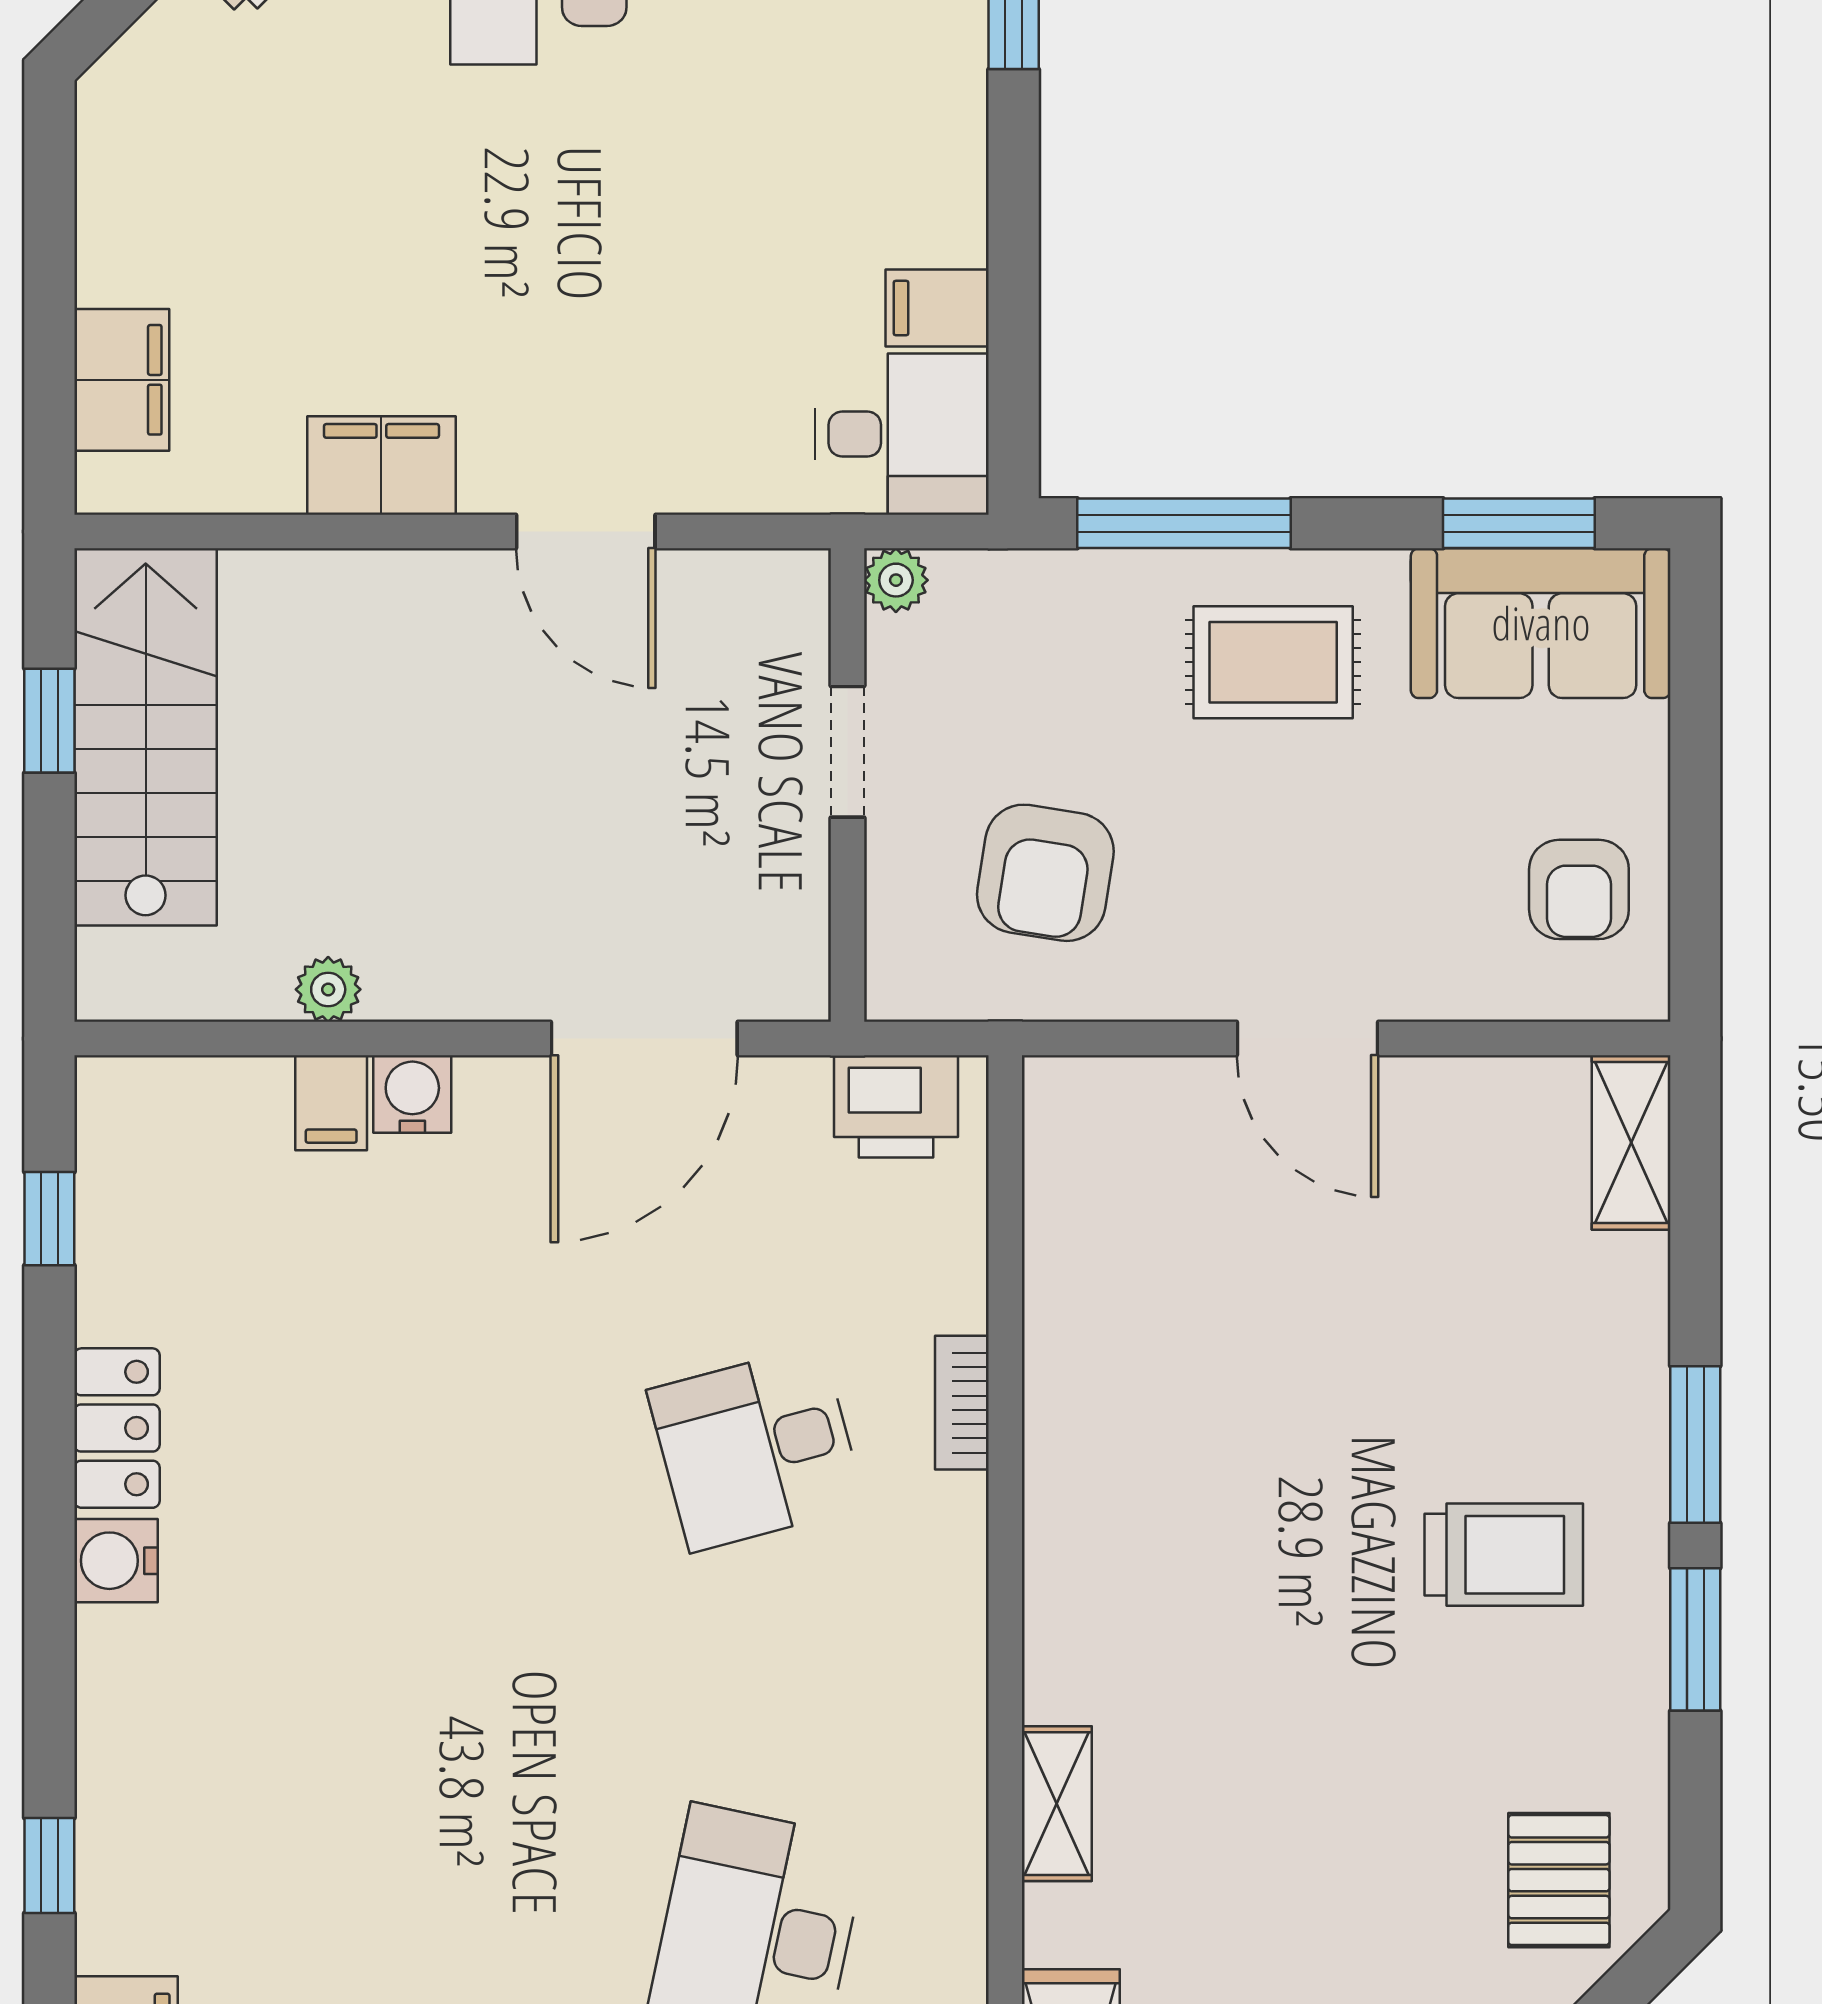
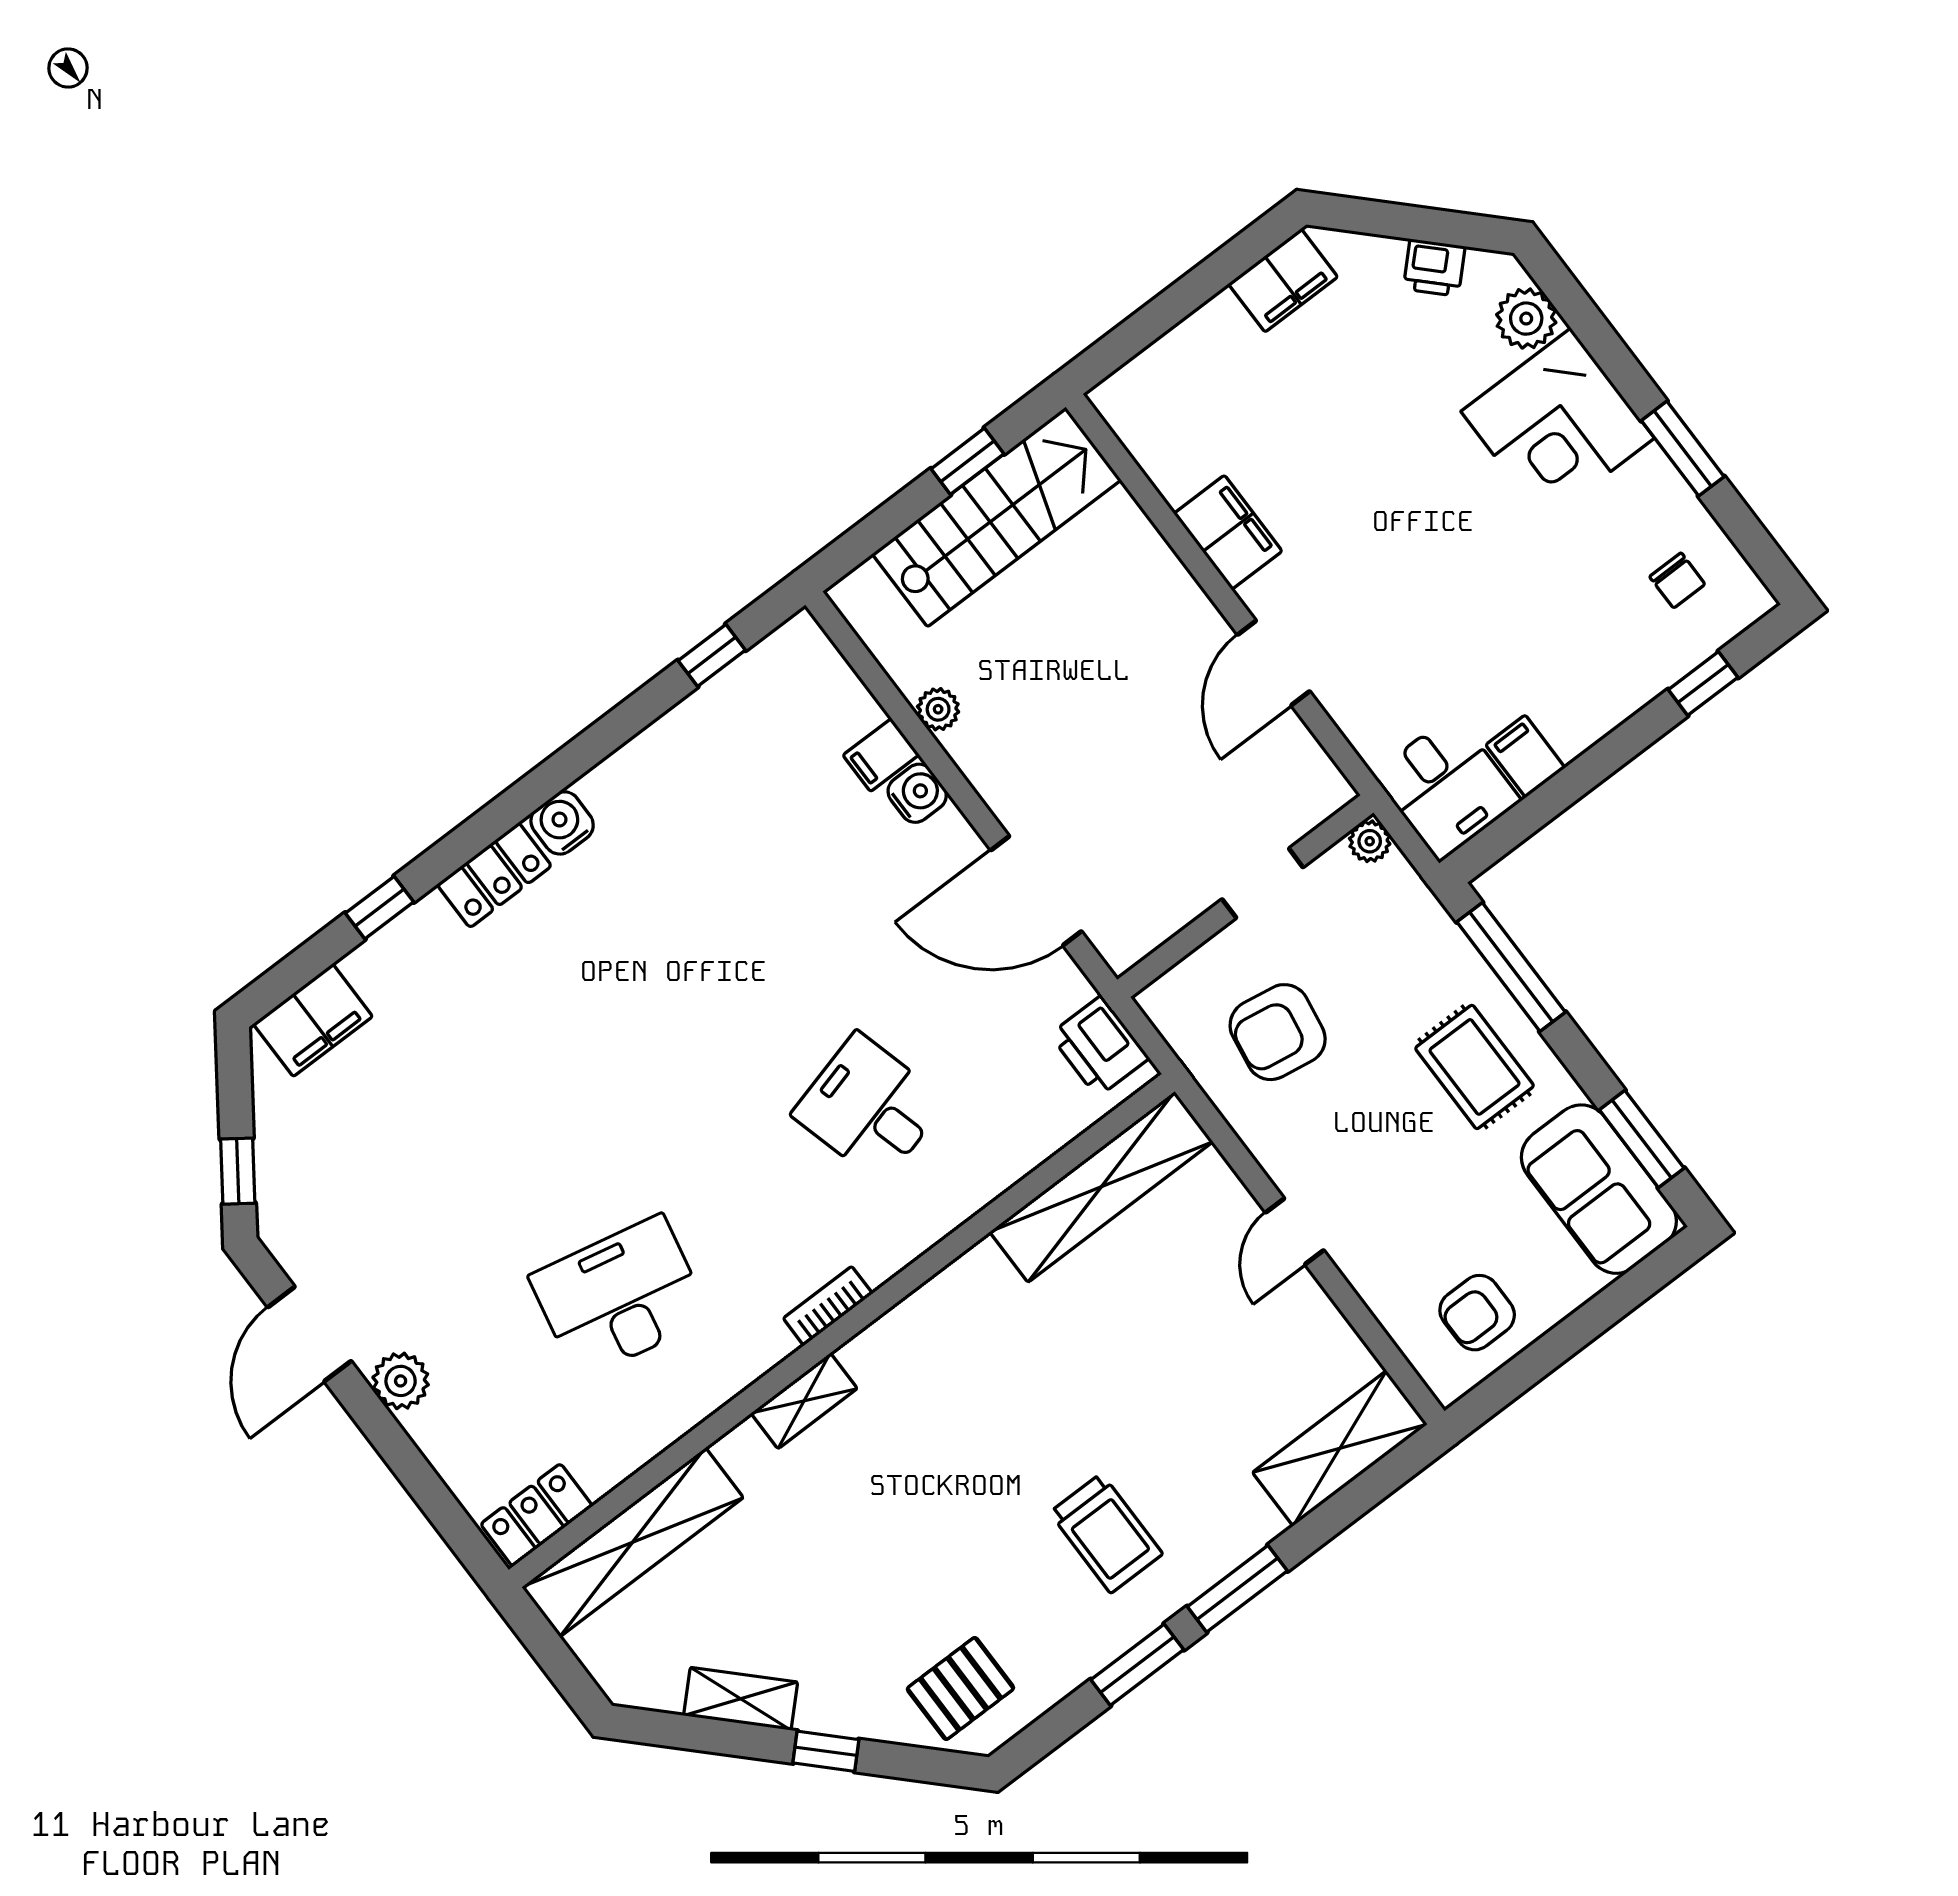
filing cabinet: (122, 380) -> (1283, 280), moved
door: (1307, 1039) -> (1295, 1231), width x0.73
shelving: (1631, 1143) -> (1340, 1448), width x1.50, depth x1.33
shelving: (1071, 1236) -> (1101, 1187), added
bookcase: (962, 1403) -> (828, 1306), moved
locker: (117, 1428) -> (494, 875), moved

